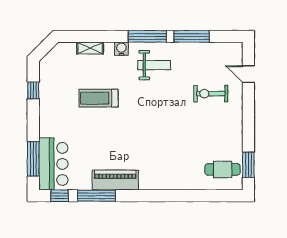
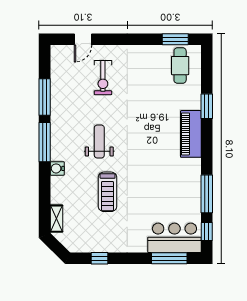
shelving: (90, 48) -> (56, 219), moved
weight bench: (154, 65) -> (99, 142), moved
piano: (115, 180) -> (191, 134), moved
window: (183, 196) -> (207, 106), added

